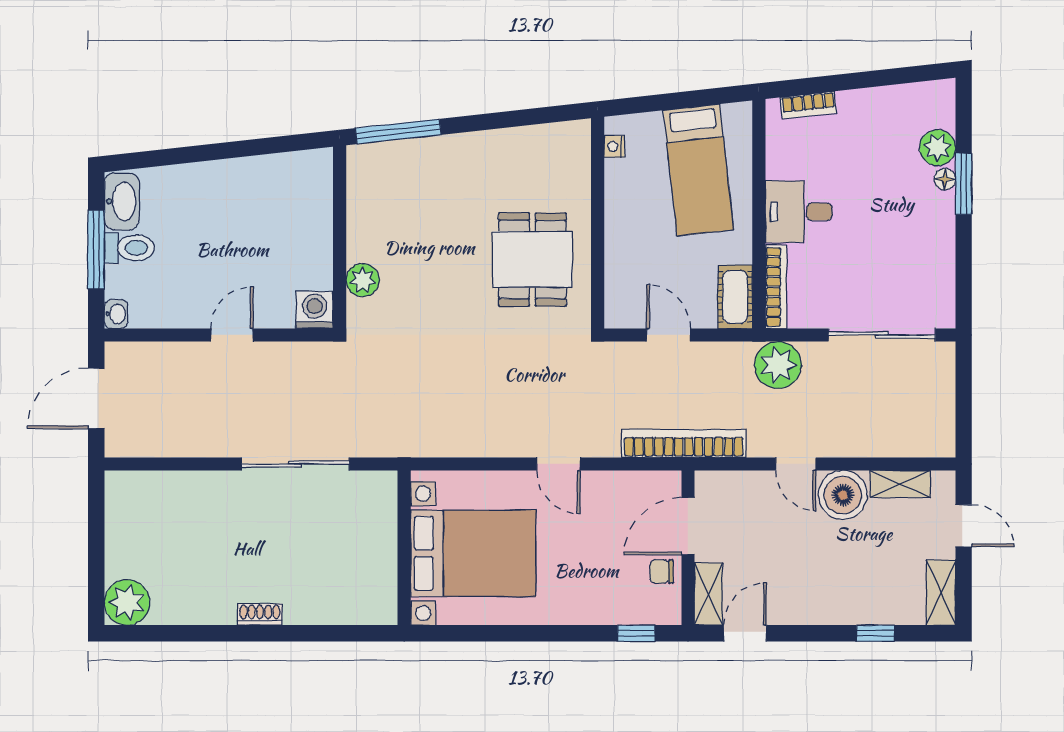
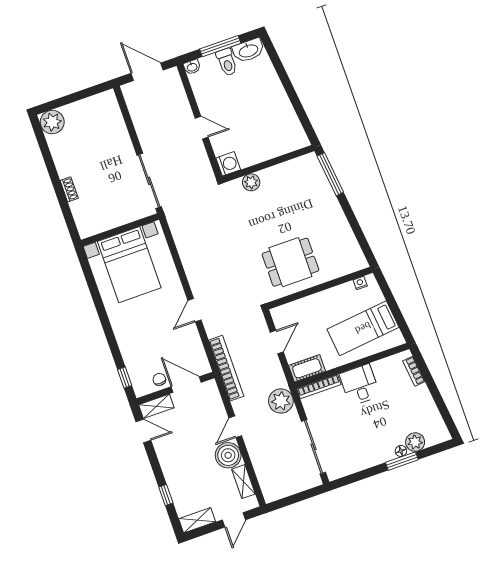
wall: (404, 548) -> (120, 230), moved
bed with nightstands: (473, 553) -> (129, 265), moved

